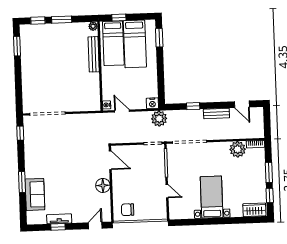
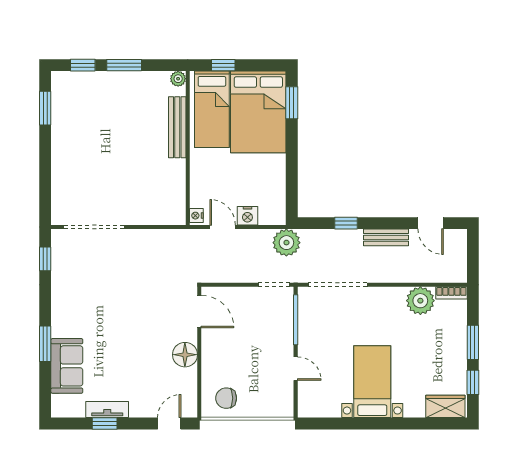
bed: (135, 44) -> (258, 112), width x1.50
nightstand: (152, 103) -> (247, 216), moved

